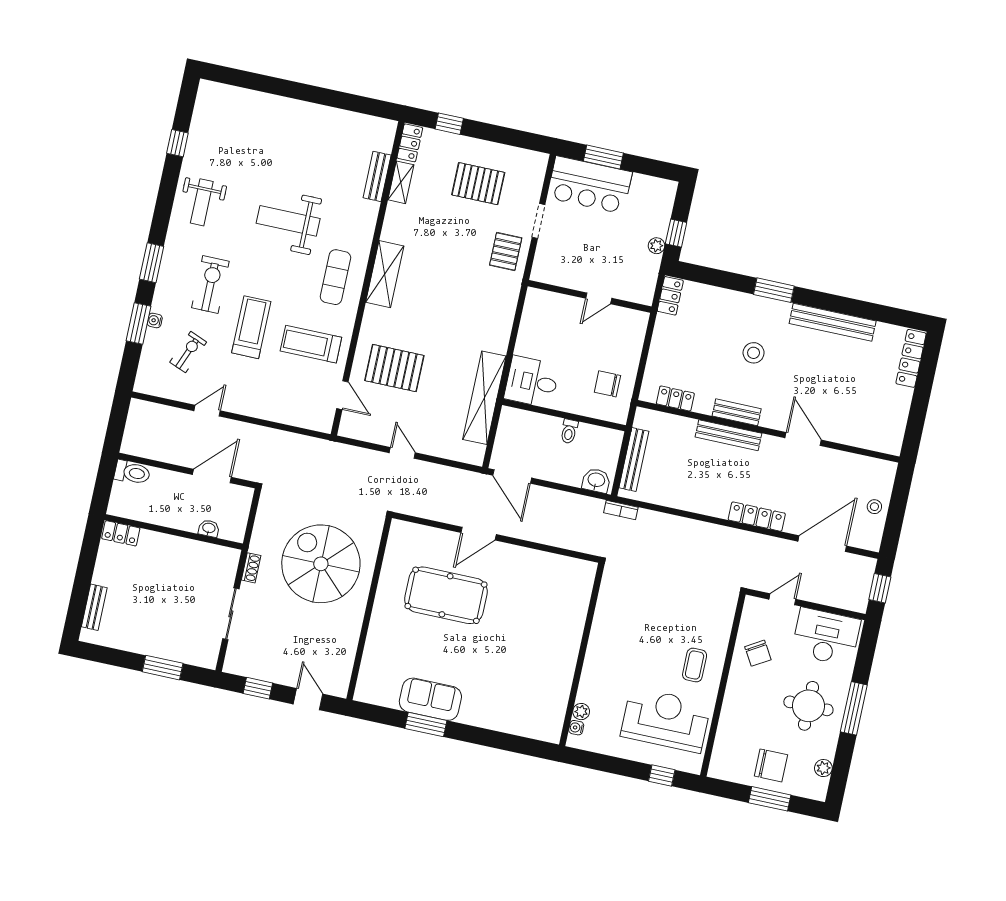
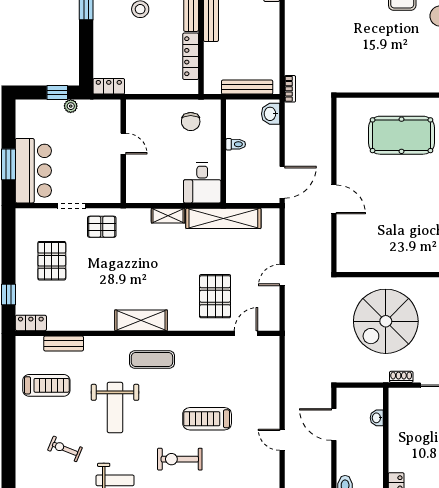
shelving: (401, 182) -> (168, 216), moved
treadmill: (311, 344) -> (46, 385), moved, turned -90
exercise bike: (188, 352) -> (65, 449), moved
locker: (675, 398) -> (191, 56), width x1.53
pool table: (446, 595) -> (401, 135), moved, turned 90

